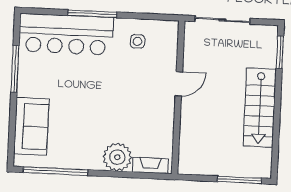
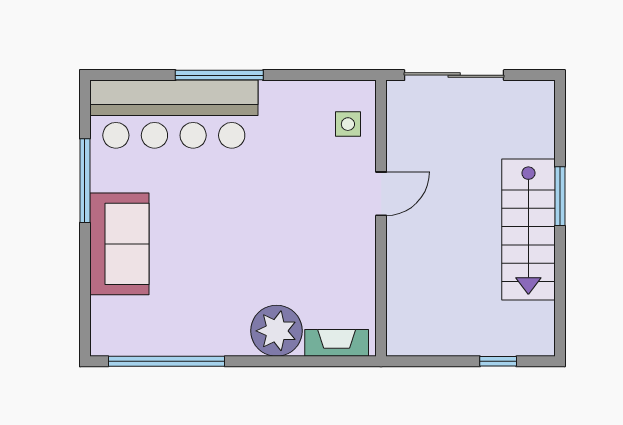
side table: (138, 41) -> (348, 124), moved
window: (280, 52) -> (560, 196), moved
sofa: (31, 126) -> (119, 244), moved
window: (239, 180) -> (498, 361), width x0.46

